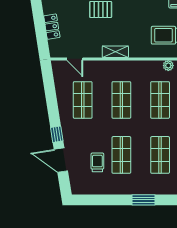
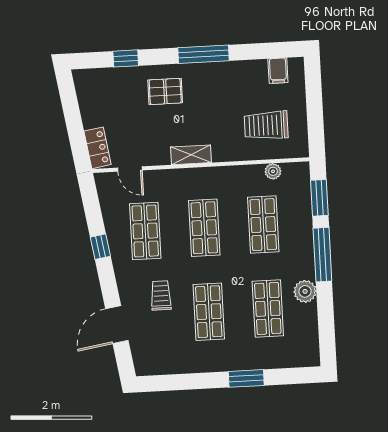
locker: (52, 27) -> (98, 148), moved
window: (57, 134) -> (100, 247), moved
door: (61, 160) -> (117, 325), hinge flipped
trolley: (97, 162) -> (161, 295), moved

